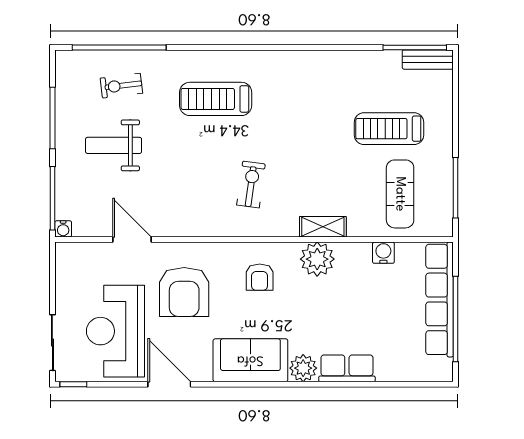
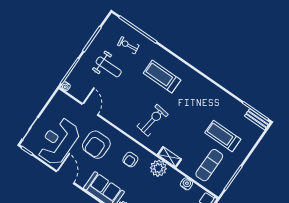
weight bench: (114, 145) -> (109, 67), turned 180
exercise bike: (251, 184) -> (153, 120), width x1.38, depth x1.39

